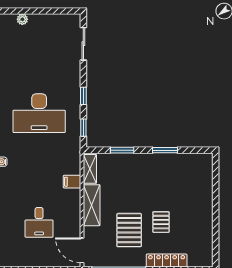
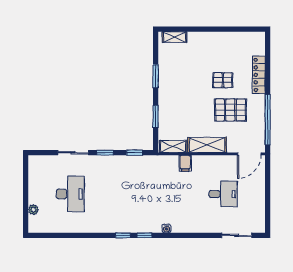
sliding door: (83, 44) -> (73, 153), moved
desk: (39, 113) -> (70, 194), moved, width x0.73, depth x0.77
shelving: (207, 170) -> (174, 37), added

